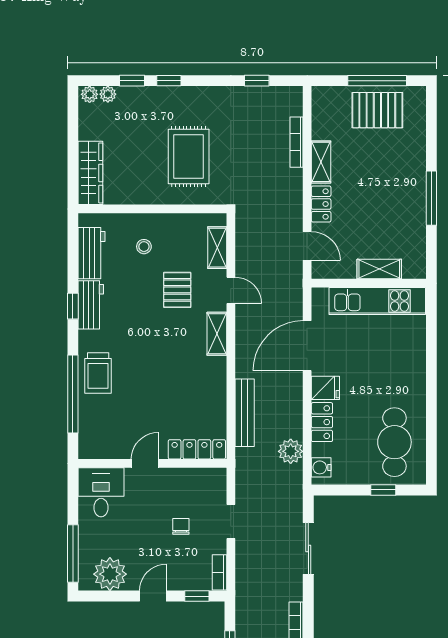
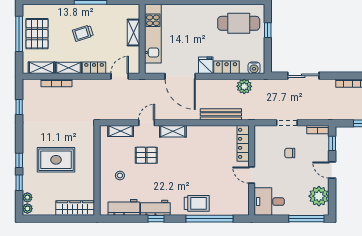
shelving: (321, 117) -> (41, 68), added
rug: (189, 156) -> (56, 160), moved
trolley: (378, 186) -> (83, 33), added

